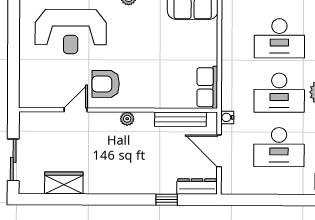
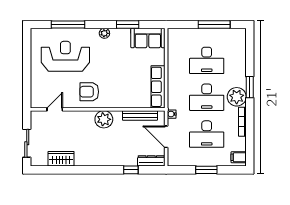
reception desk: (71, 32) -> (65, 56), turned 180
row of seats: (207, 87) -> (158, 87), width x1.48
door: (76, 110) -> (55, 109), moved
plant: (127, 119) -> (104, 119), width x1.87, depth x1.87
window: (278, 200) -> (206, 170), added

